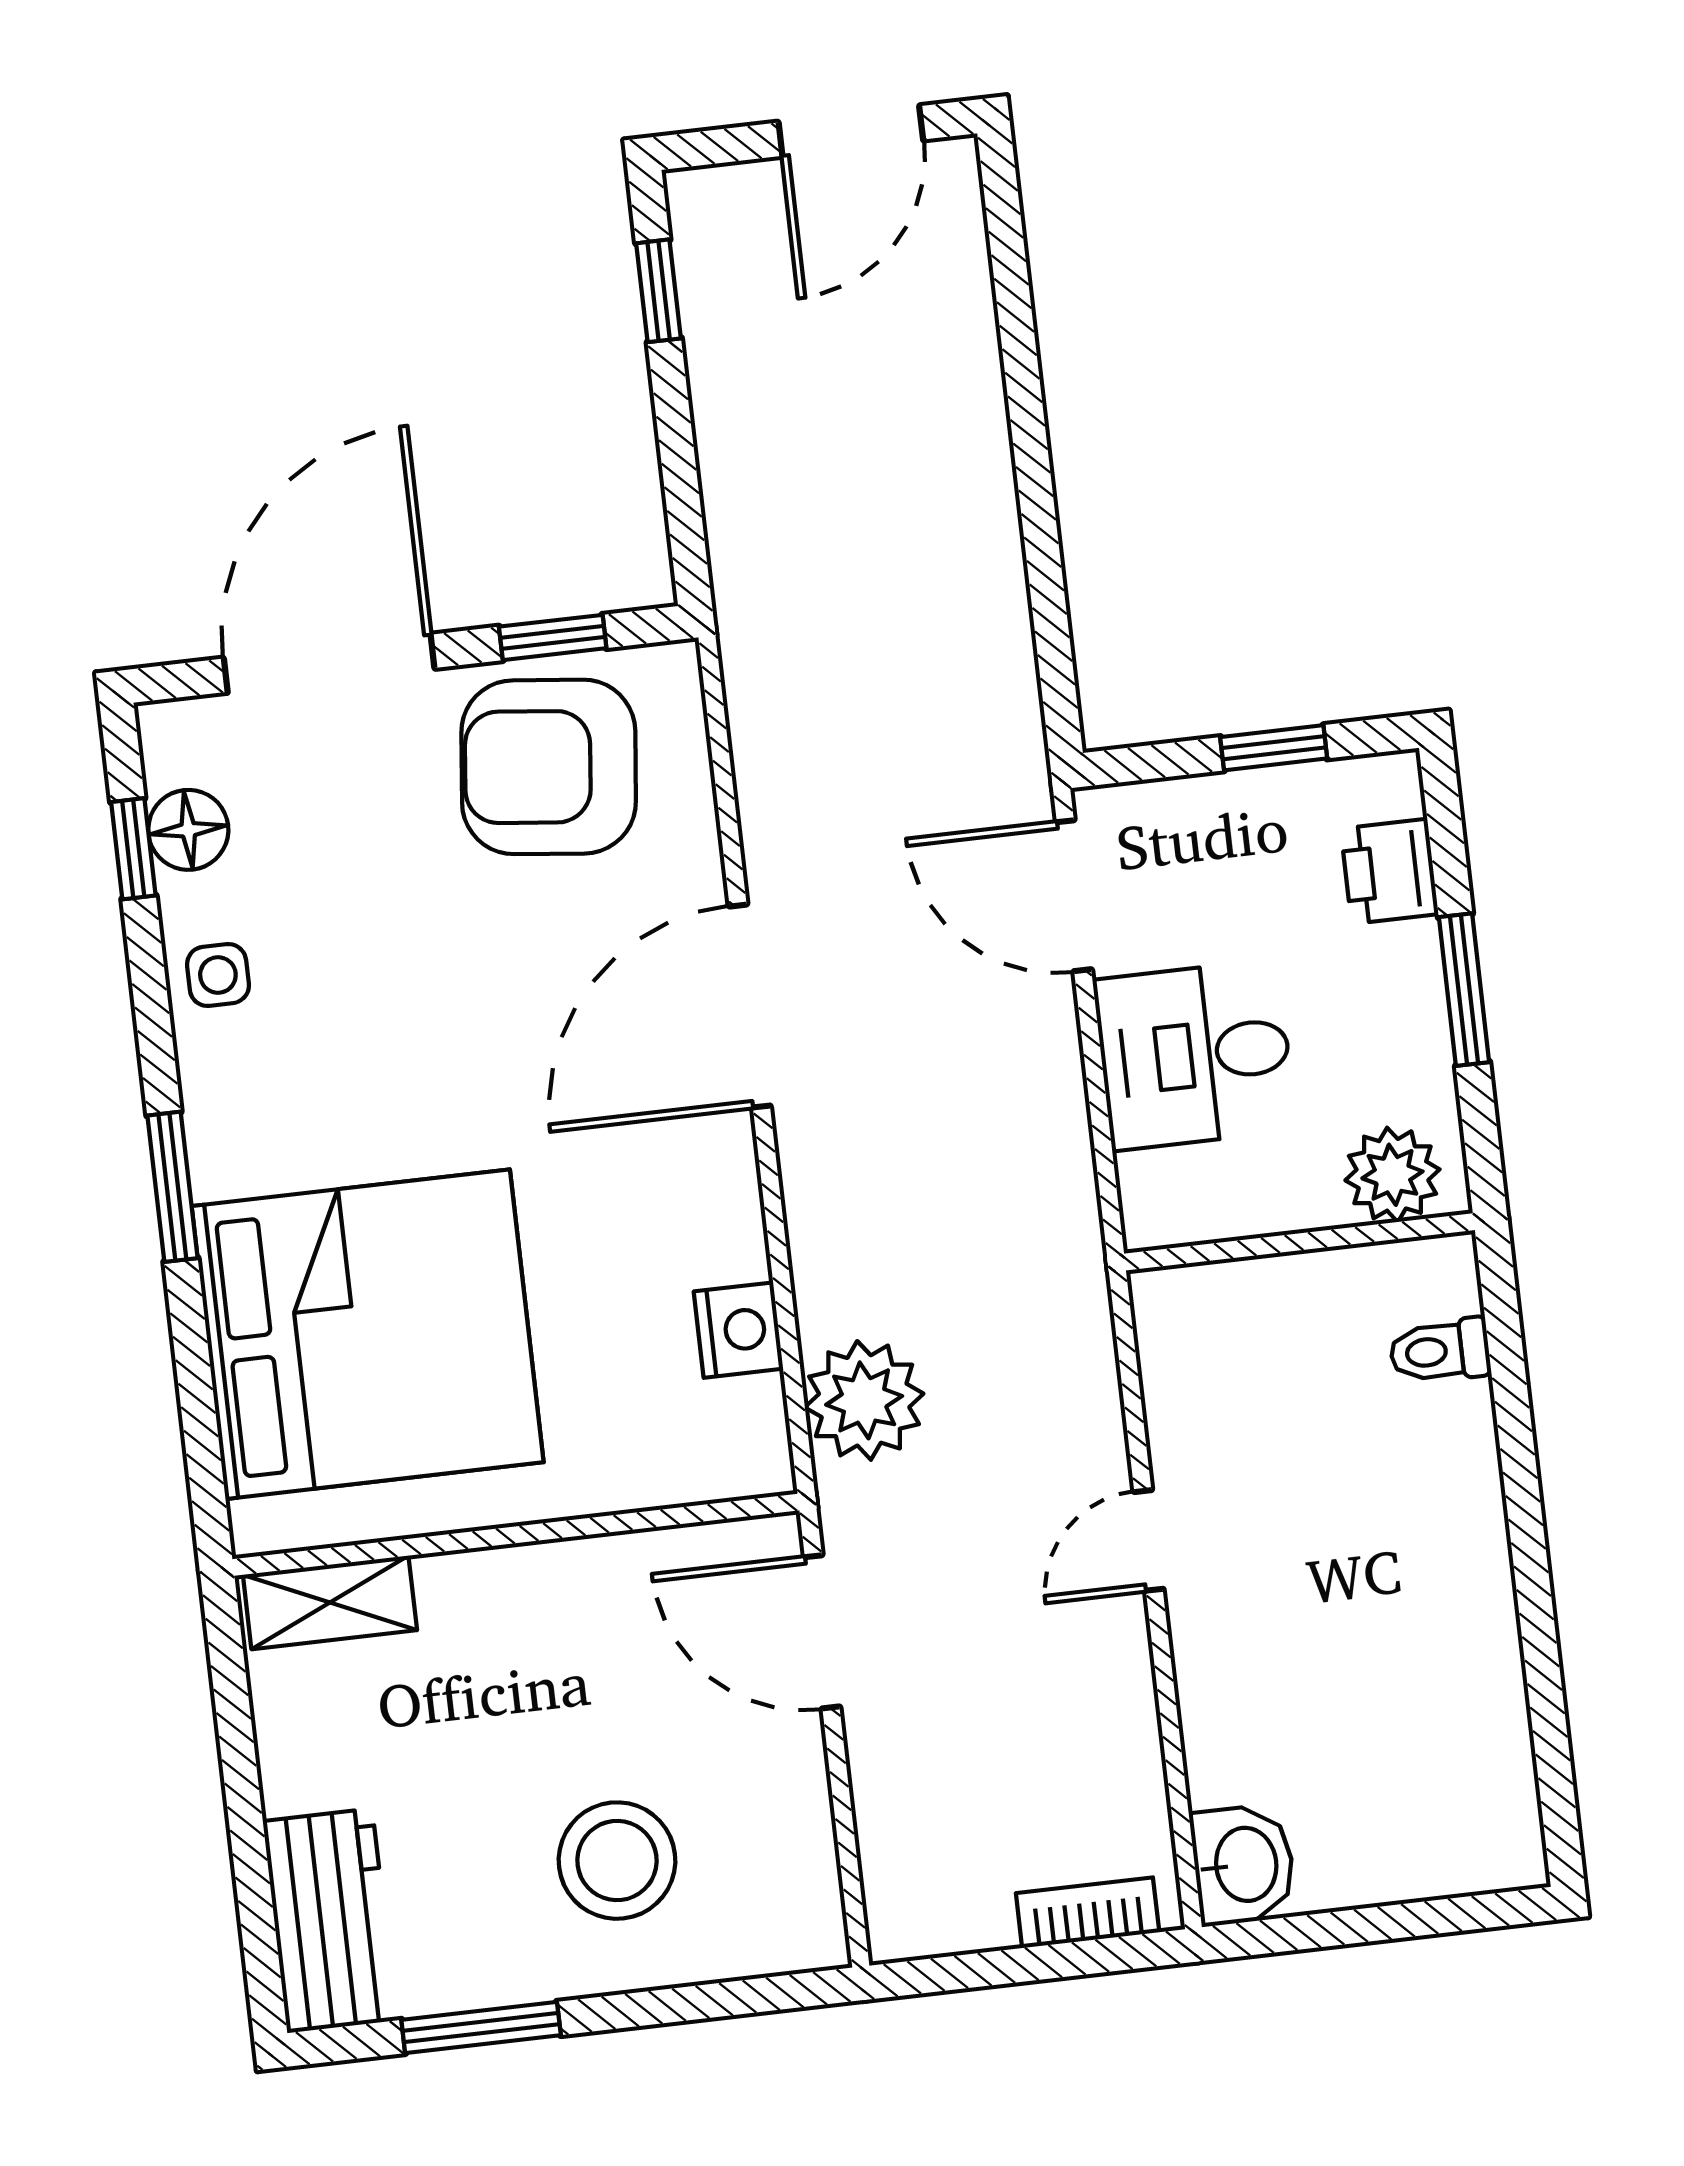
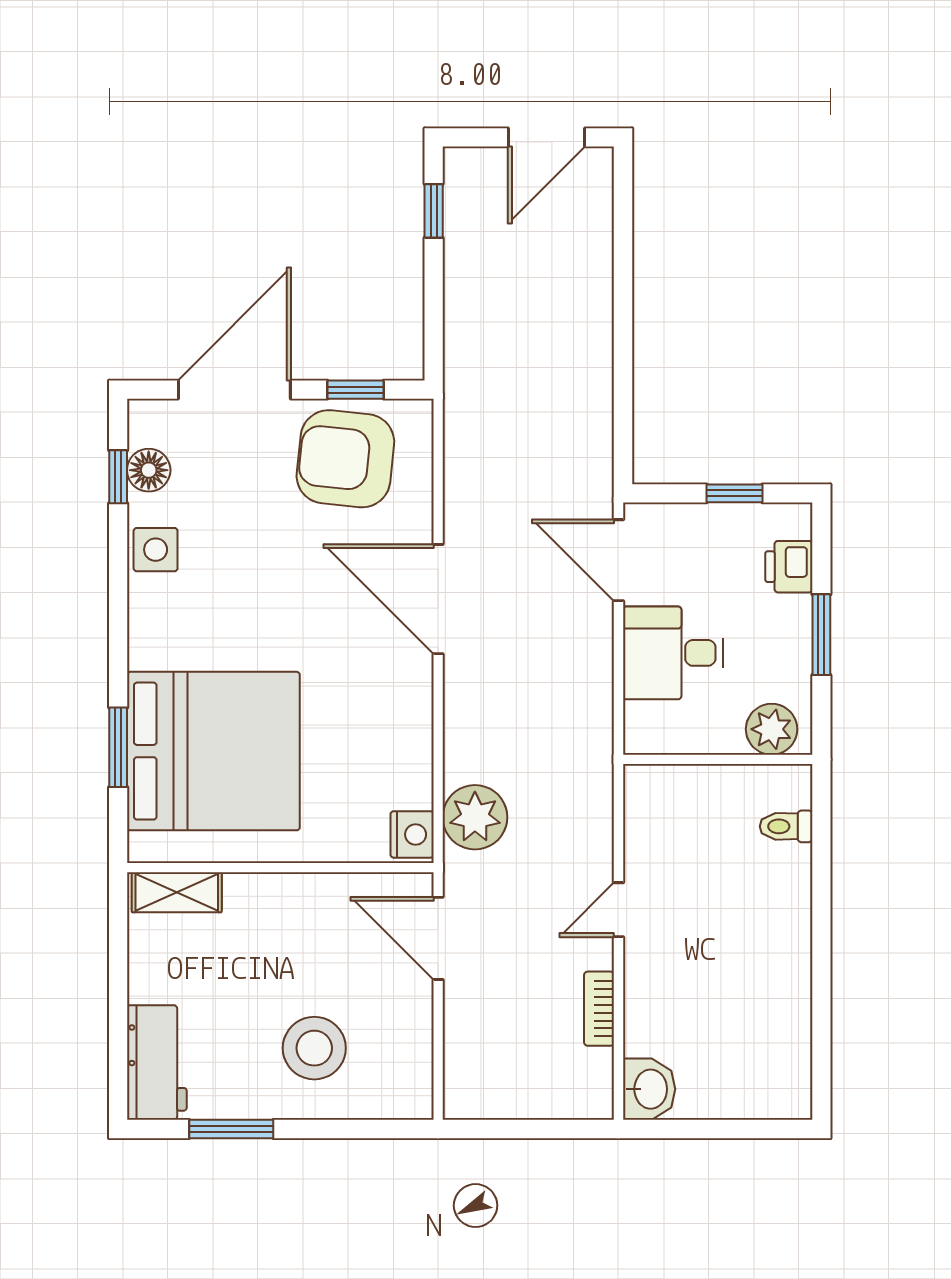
side table: (218, 975) -> (156, 550), width x1.37, depth x1.37
door: (750, 1006) -> (438, 599), hinge flipped
window: (172, 1187) -> (118, 747), moved
nightstand: (738, 1330) -> (412, 834), moved
bookcase: (1088, 1913) -> (599, 1009), moved, turned -90

